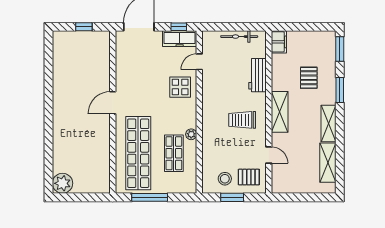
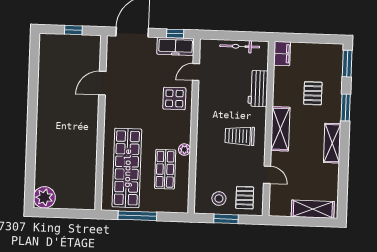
door: (113, 103) -> (102, 83), moved
shelving: (328, 163) -> (313, 209), moved, turned 90
pallet: (249, 177) -> (245, 198), turned 90

